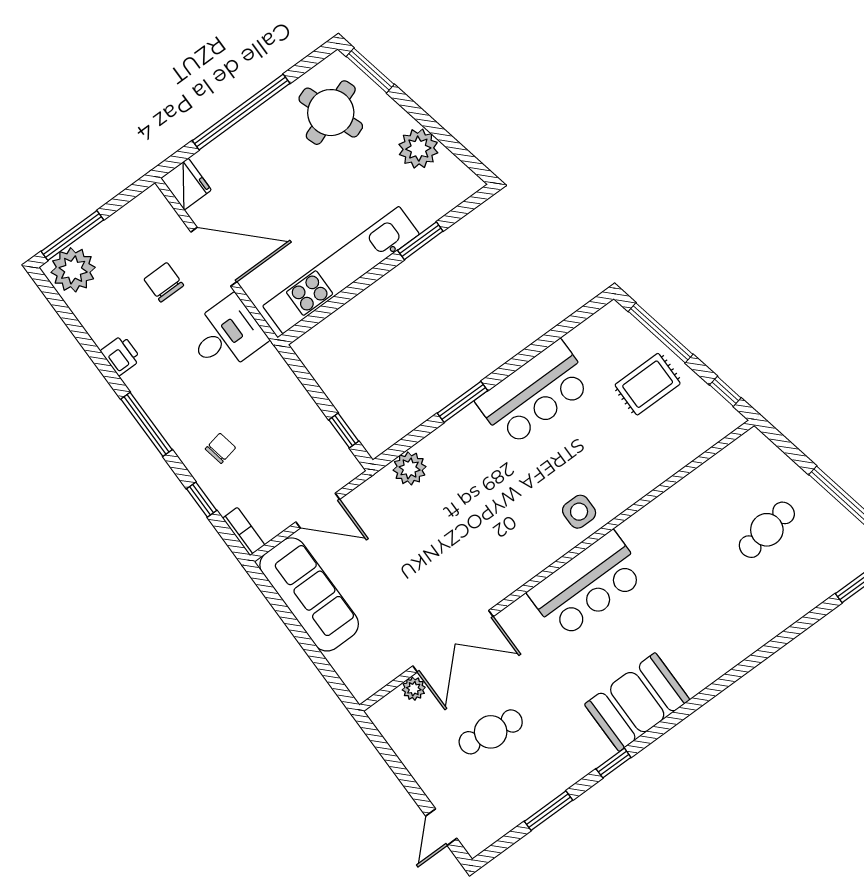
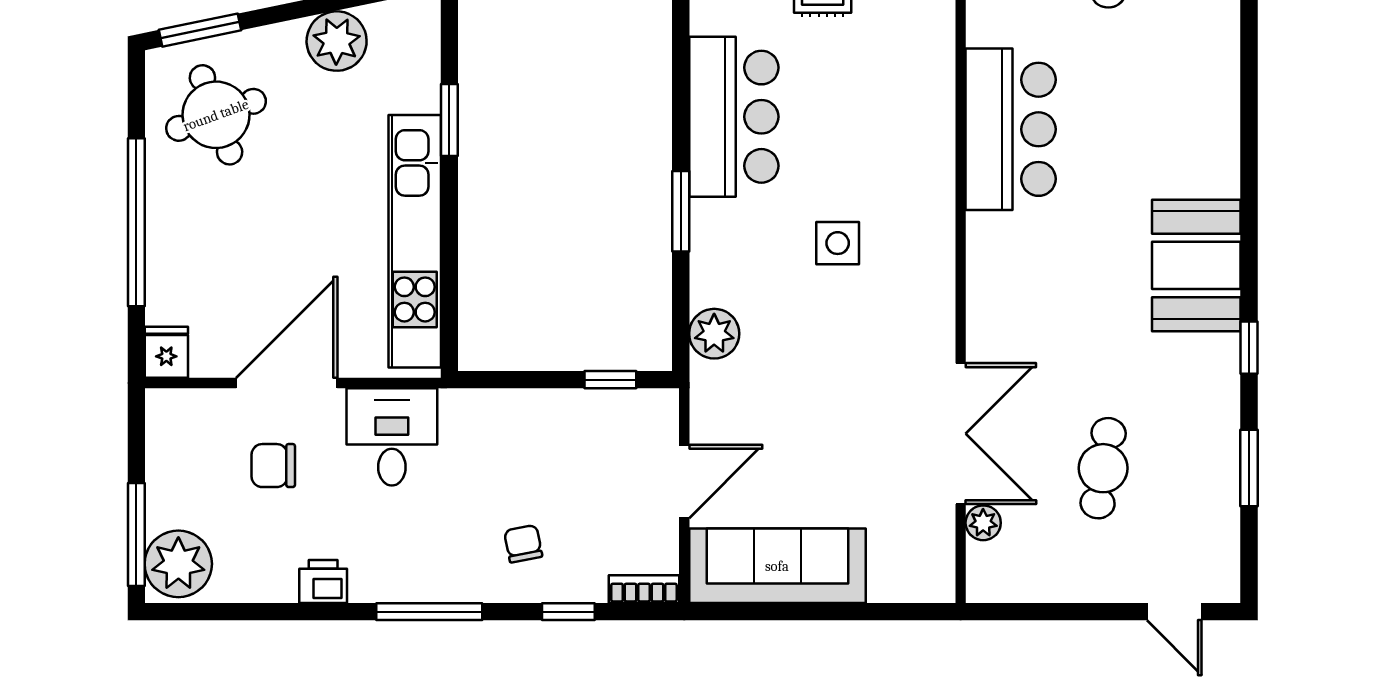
fridge: (186, 184) -> (166, 352), width x0.72
side table: (579, 512) -> (838, 243), moved
bar counter: (587, 585) -> (1011, 129), moved

